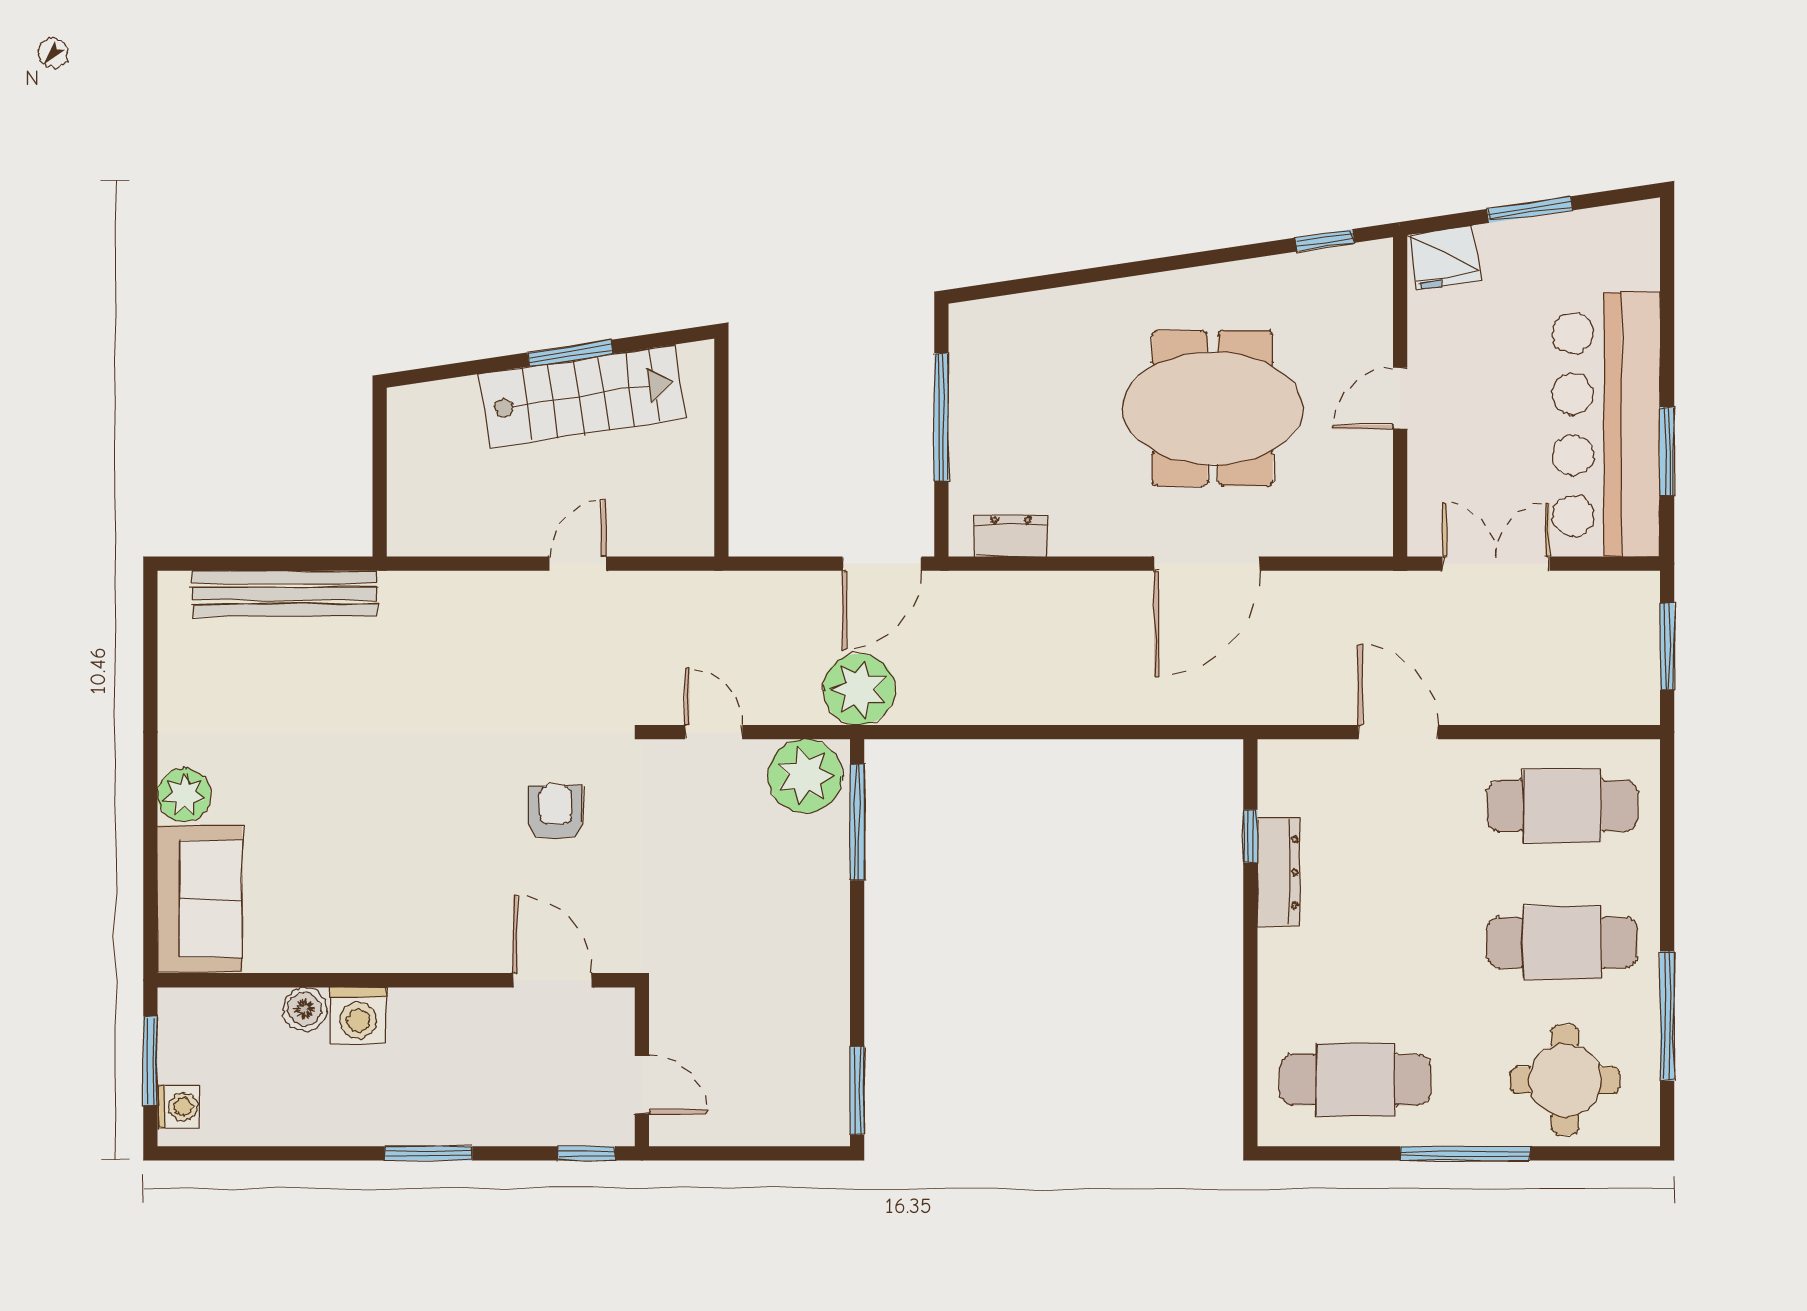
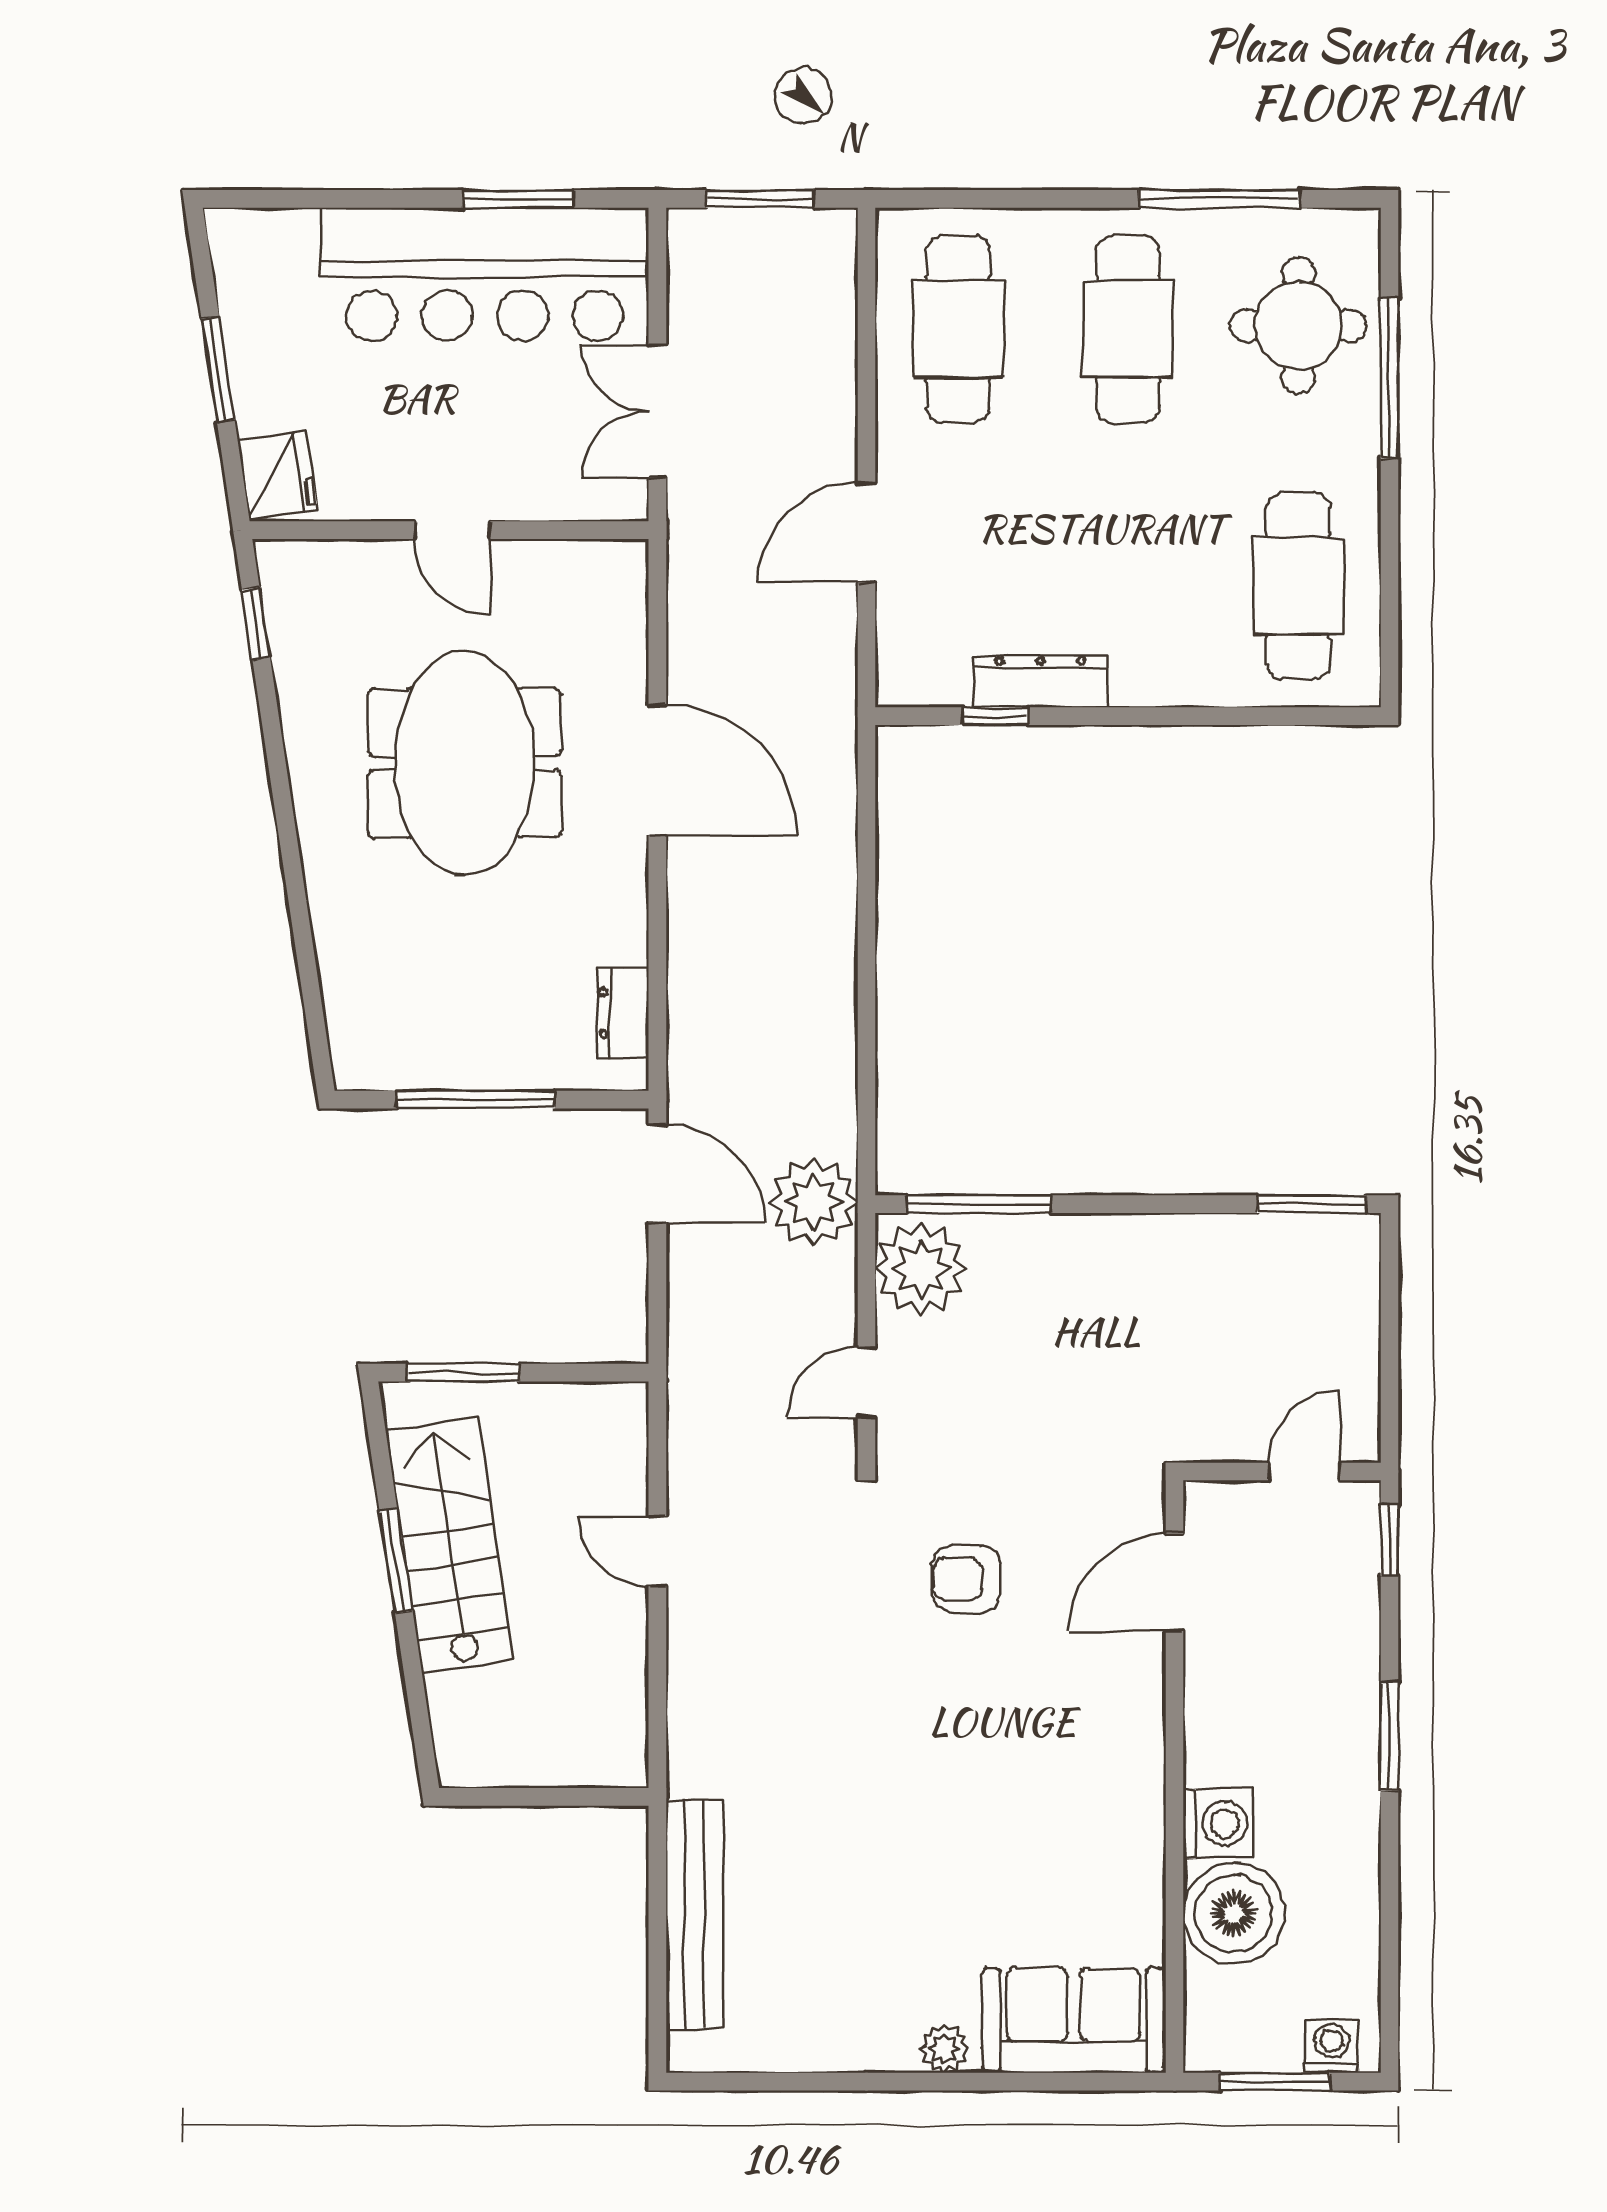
window: (721, 407) -> (463, 1373), added
plant: (184, 795) -> (945, 2049), width x0.73, depth x0.73
boiler: (305, 1009) -> (1234, 1914), width x1.86, depth x1.86
window: (1465, 1153) -> (1389, 378), moved

